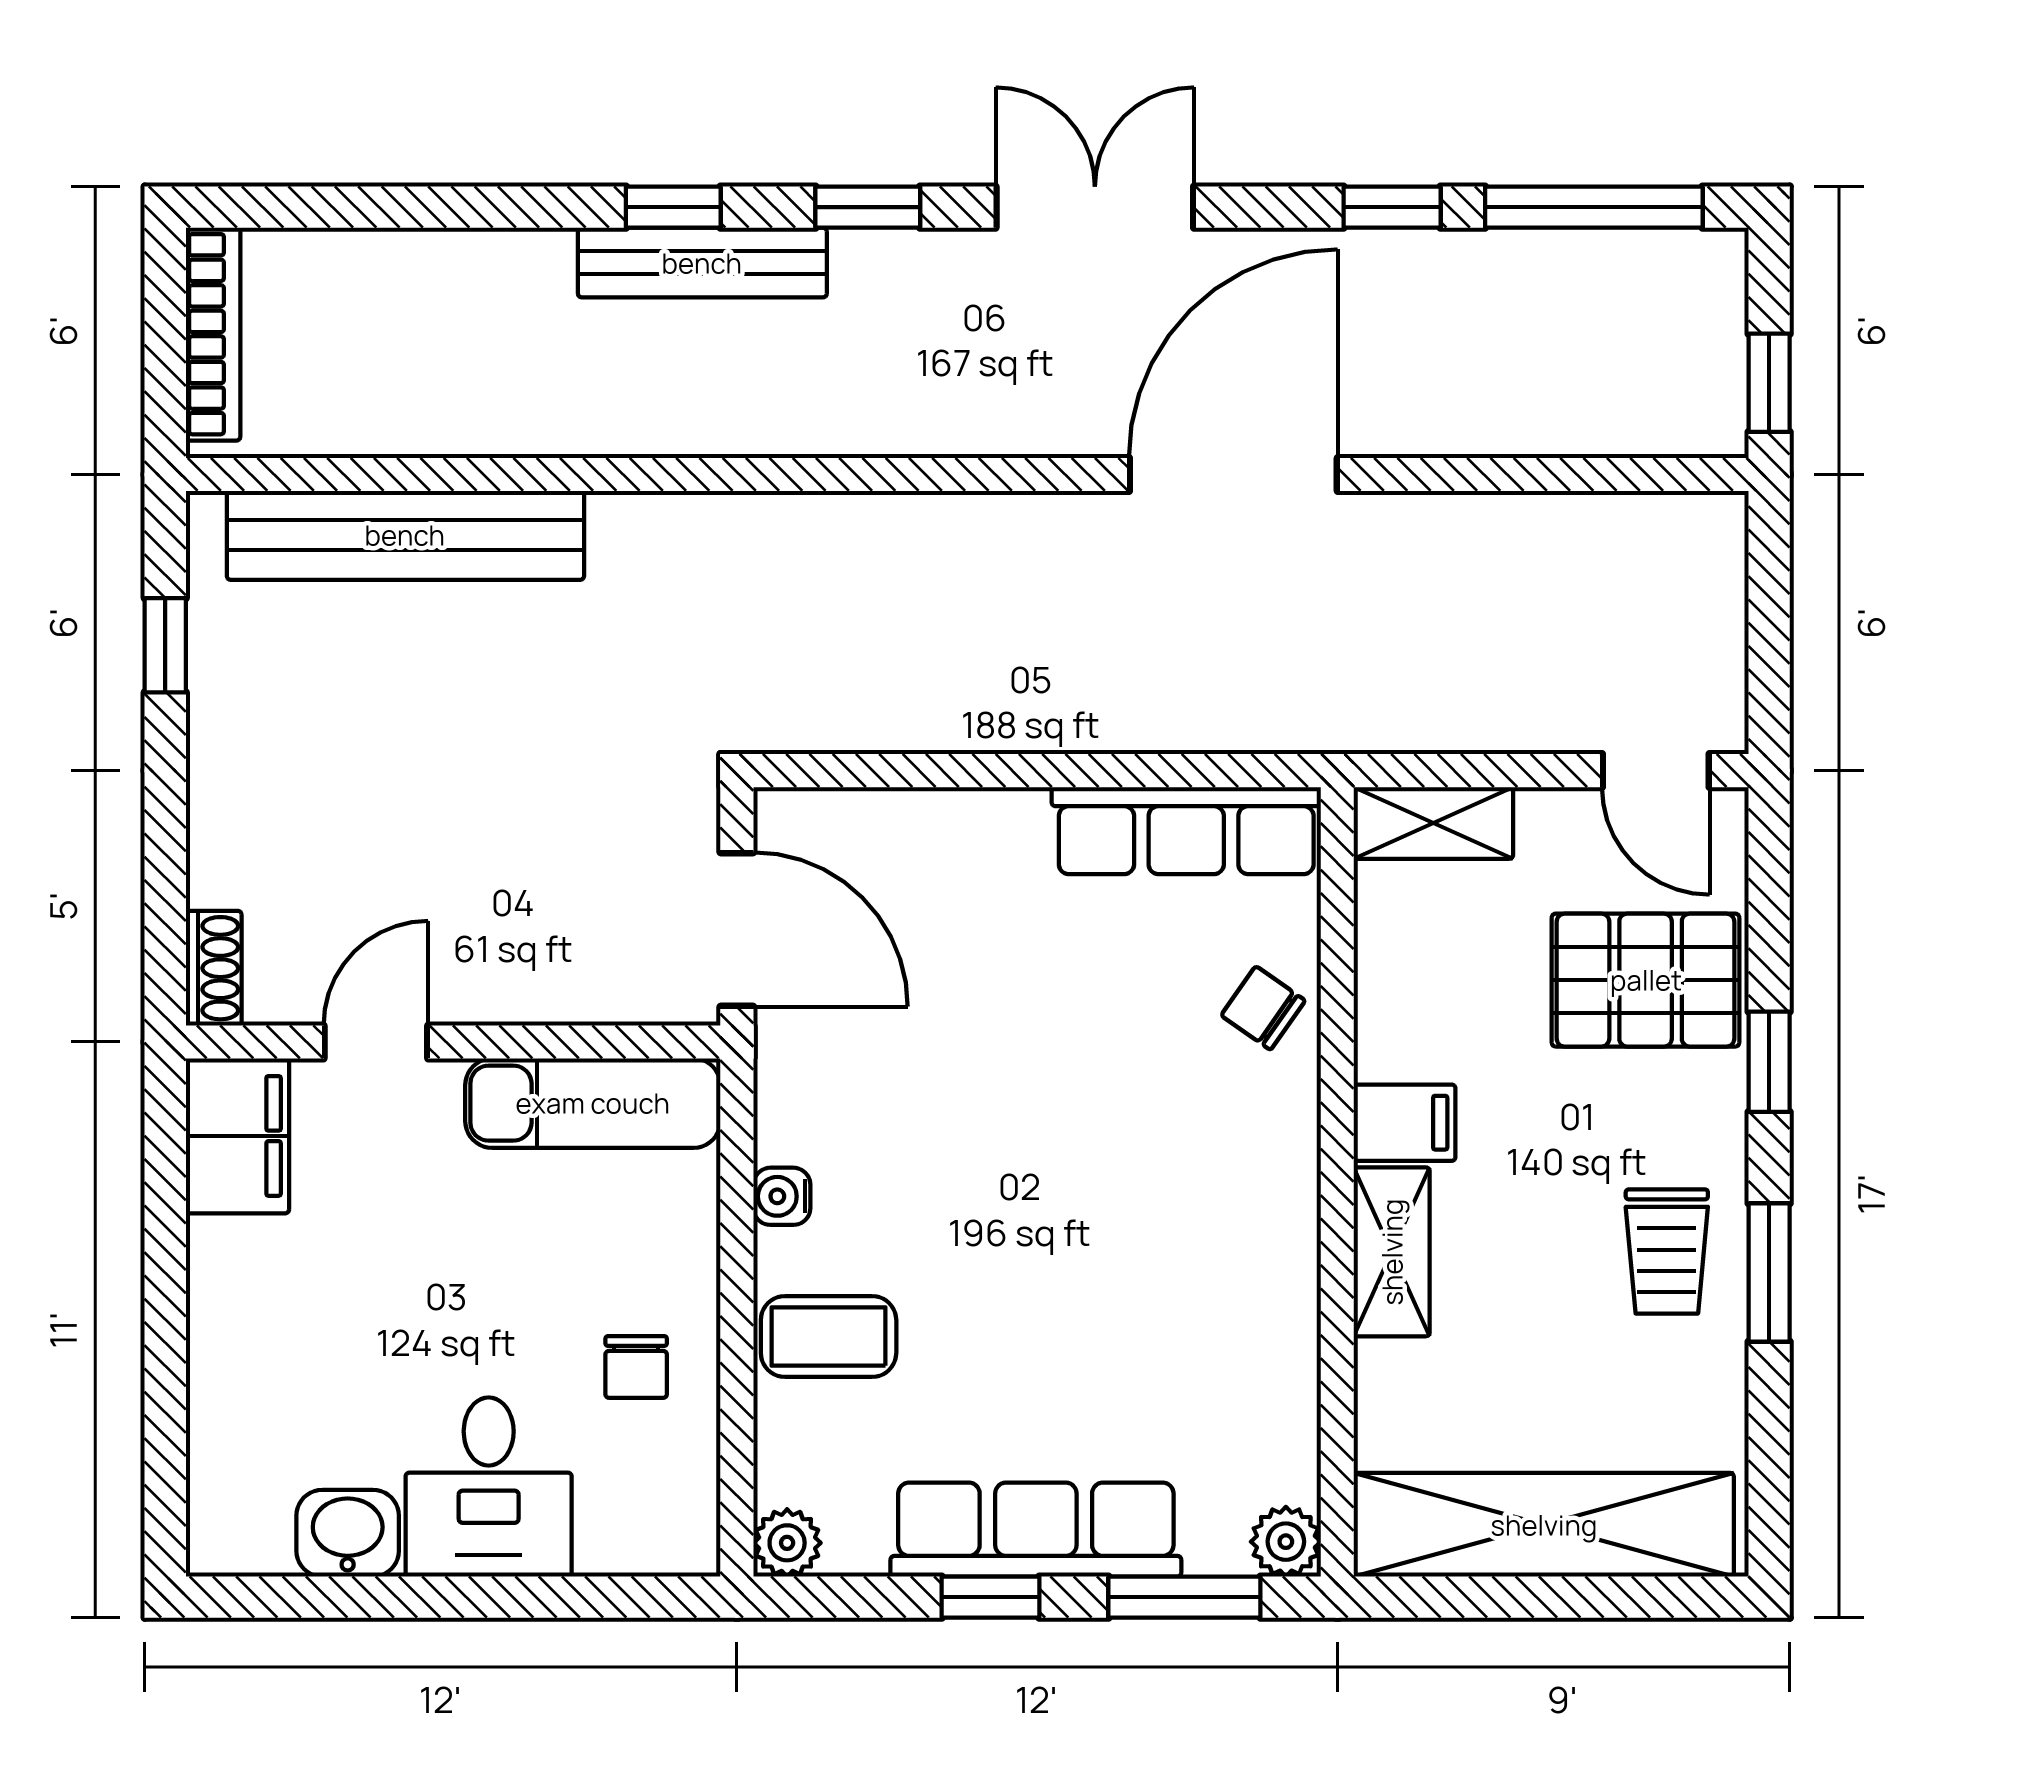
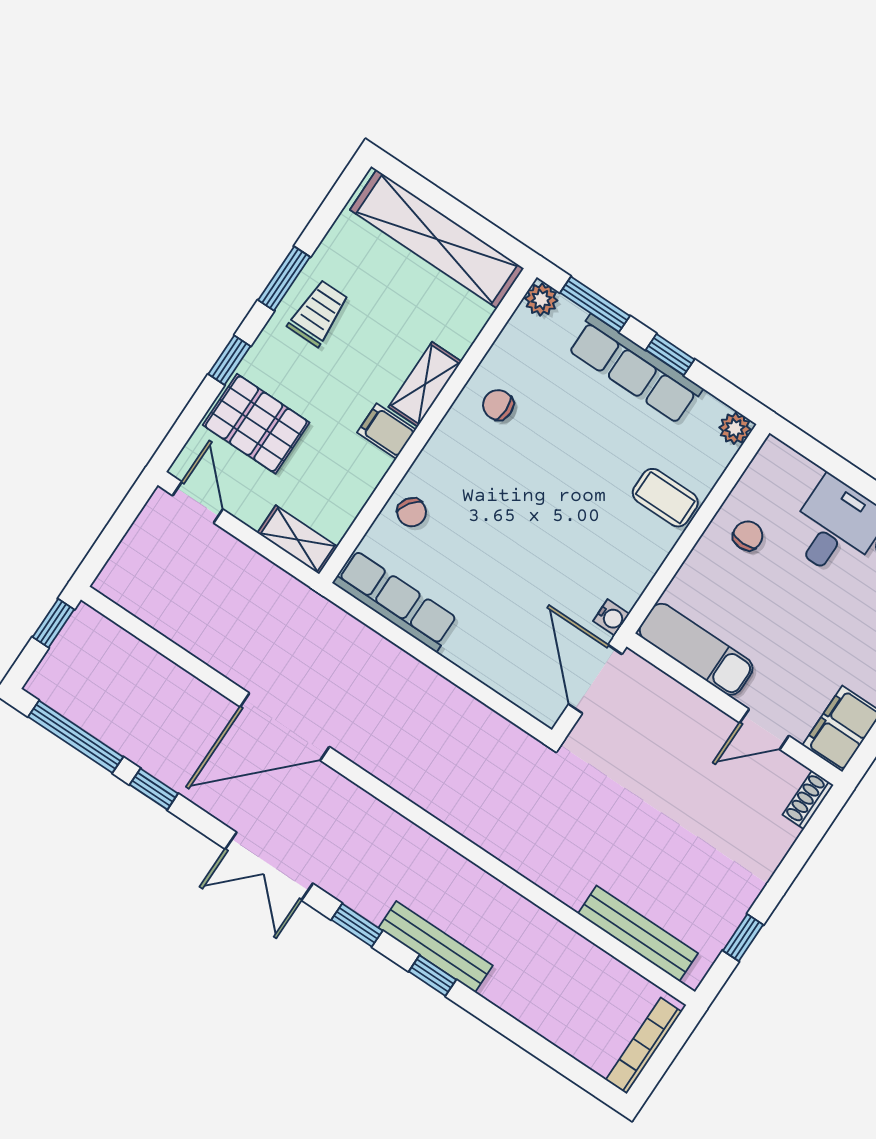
bench: (405, 535) -> (638, 933), width x0.73, depth x0.82
water cooler: (782, 1196) -> (611, 617), moved
chair: (1237, 1302) -> (498, 405), added

